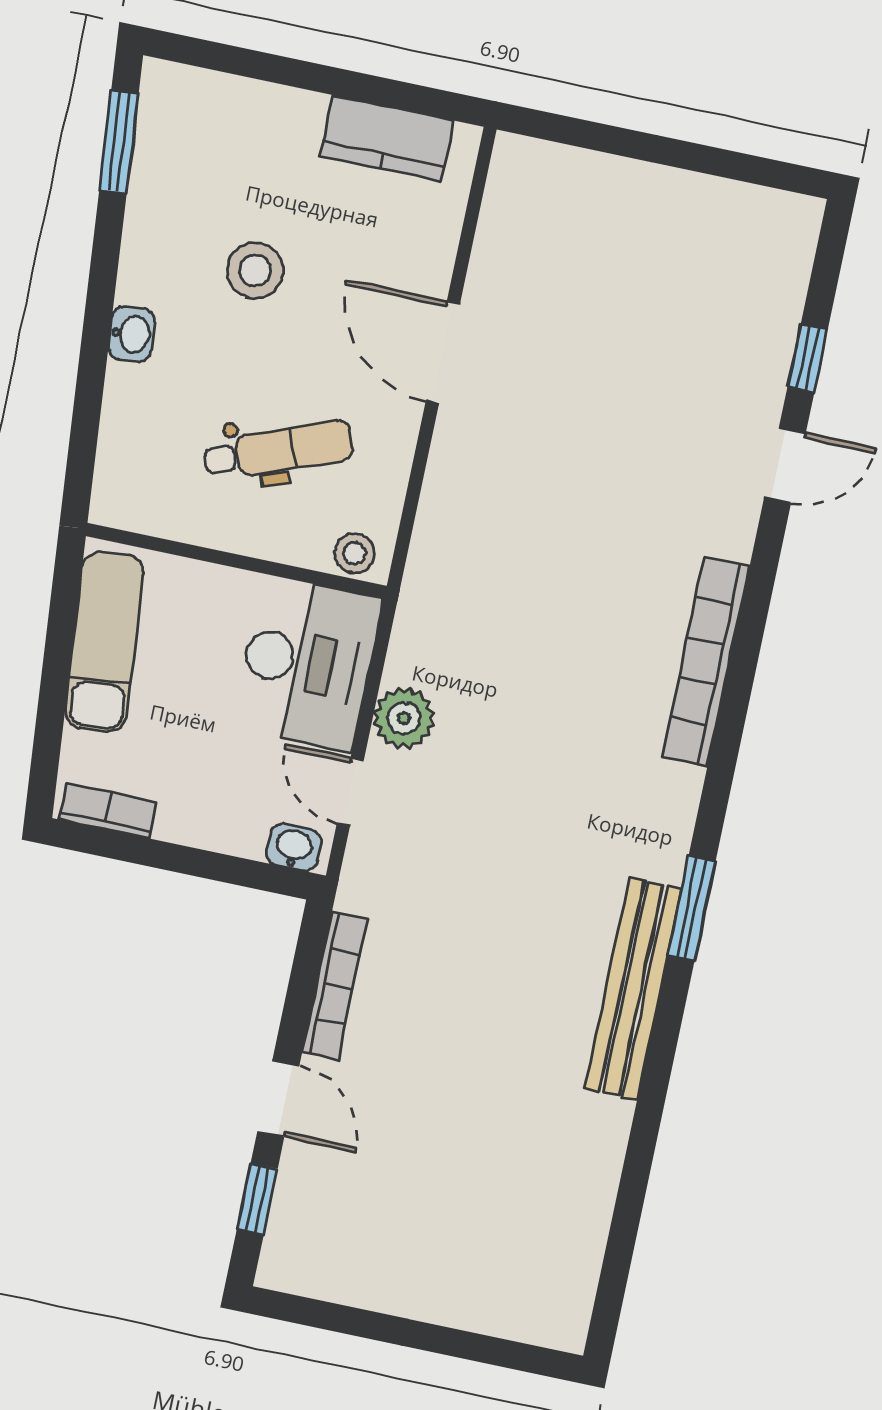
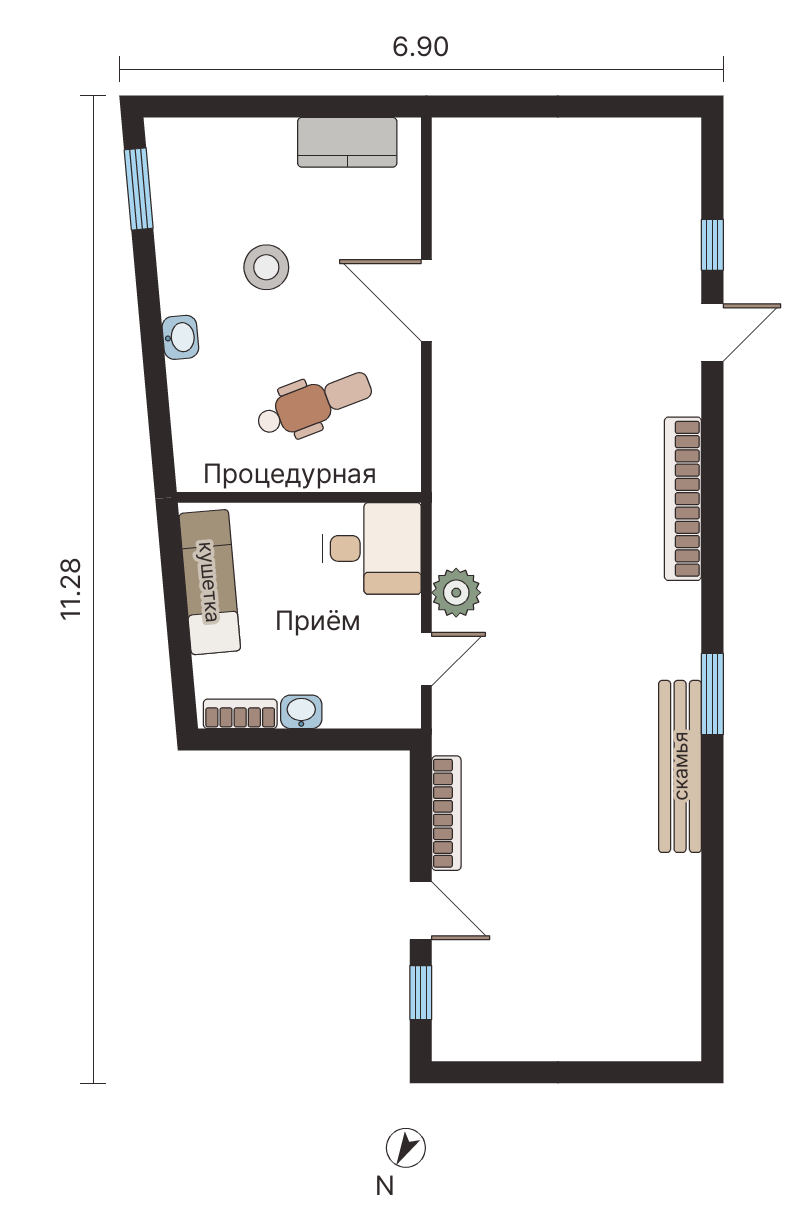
stool: (355, 553) -> (391, 472), removed
desk: (307, 663) -> (372, 548), width x0.73
door: (350, 792) -> (426, 659), swing flipped
washbasin: (294, 847) -> (301, 712), moved

